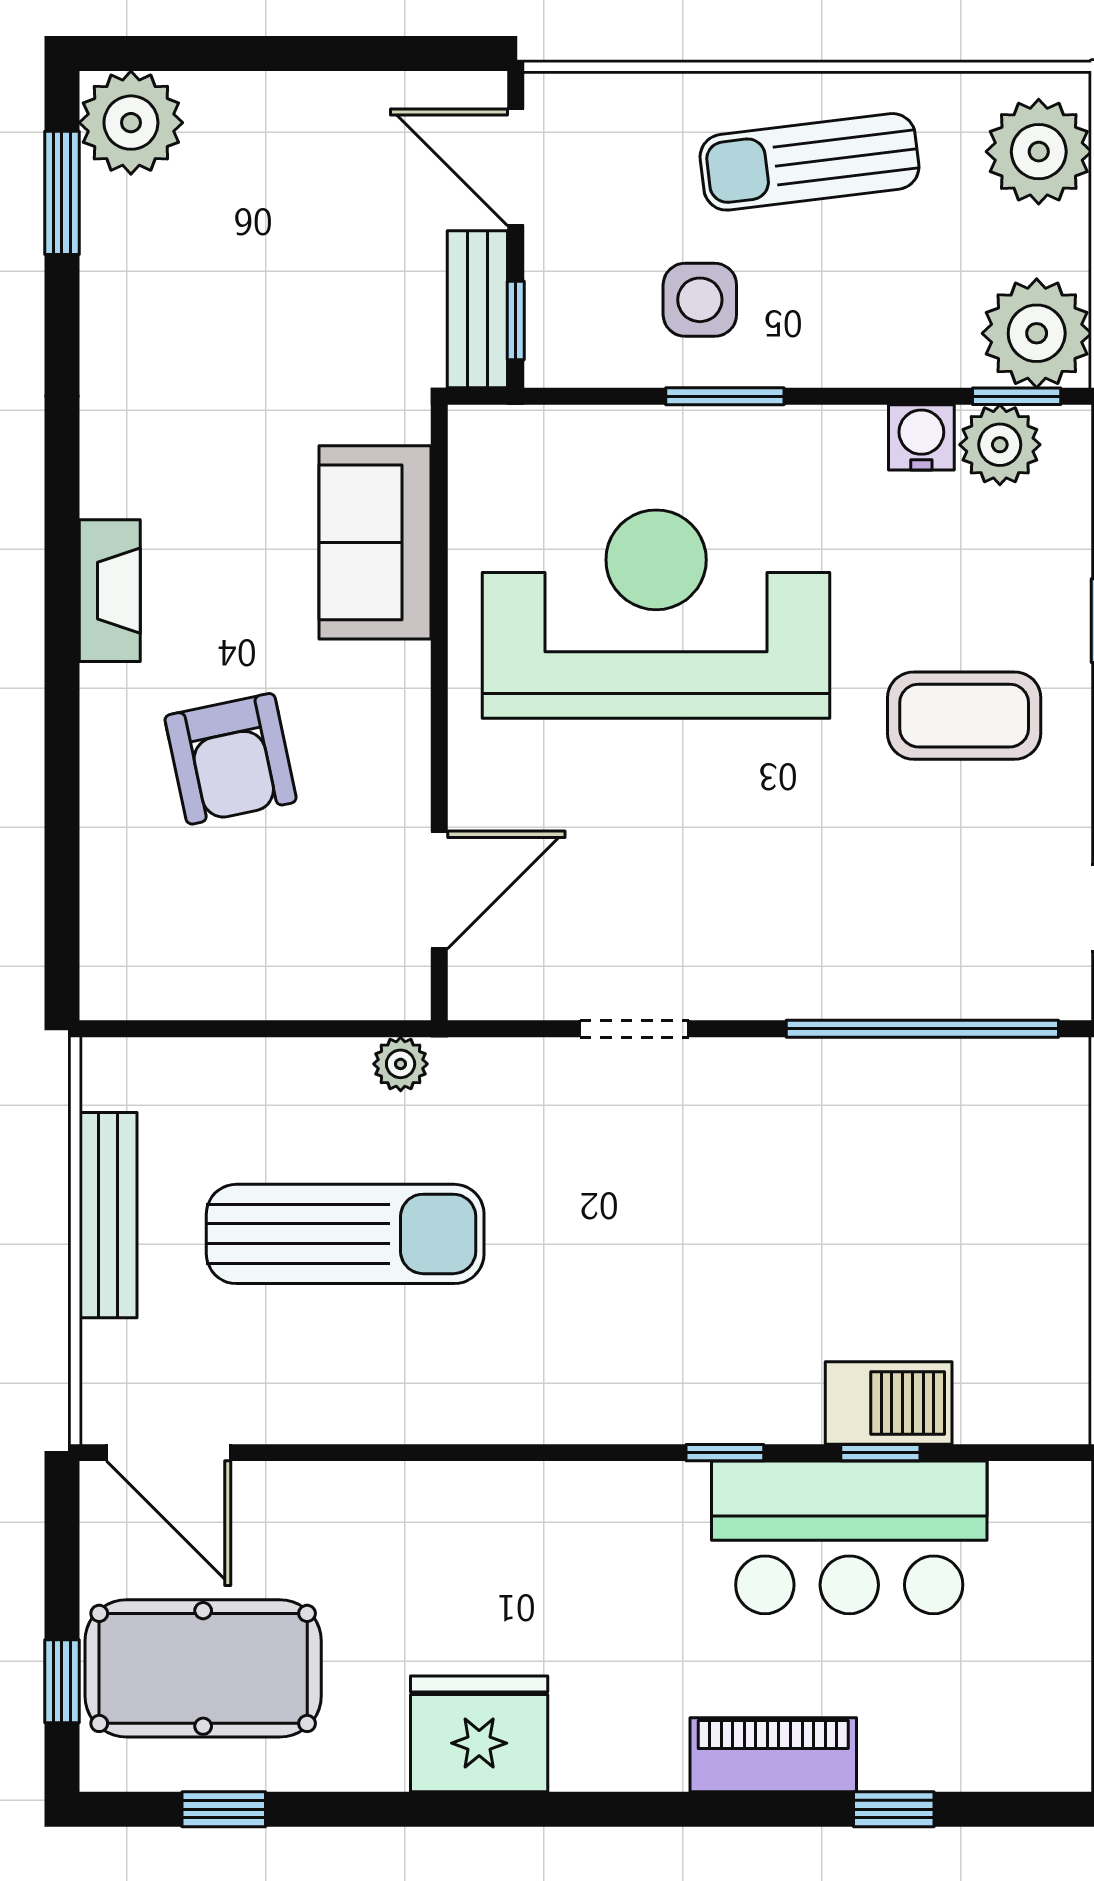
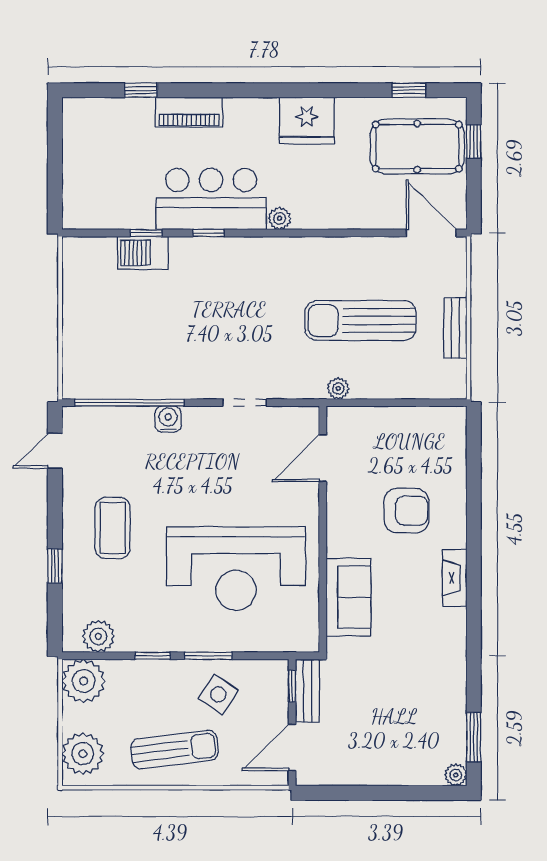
plant: (131, 123) -> (456, 775), width x0.53, depth x0.53
door: (516, 167) -> (292, 747), swing flipped
side table: (700, 300) -> (218, 694), turned 34
window: (1017, 396) -> (153, 656), moved
water cooler: (921, 437) -> (168, 419), moved, turned 180
coffee table: (964, 716) -> (113, 528), turned 90
armchair: (231, 759) -> (406, 511), turned 102
bench: (108, 1215) -> (455, 328), width x0.73
plant: (547, 1489) -> (280, 218), added
bar counter: (849, 1537) -> (211, 199), moved

